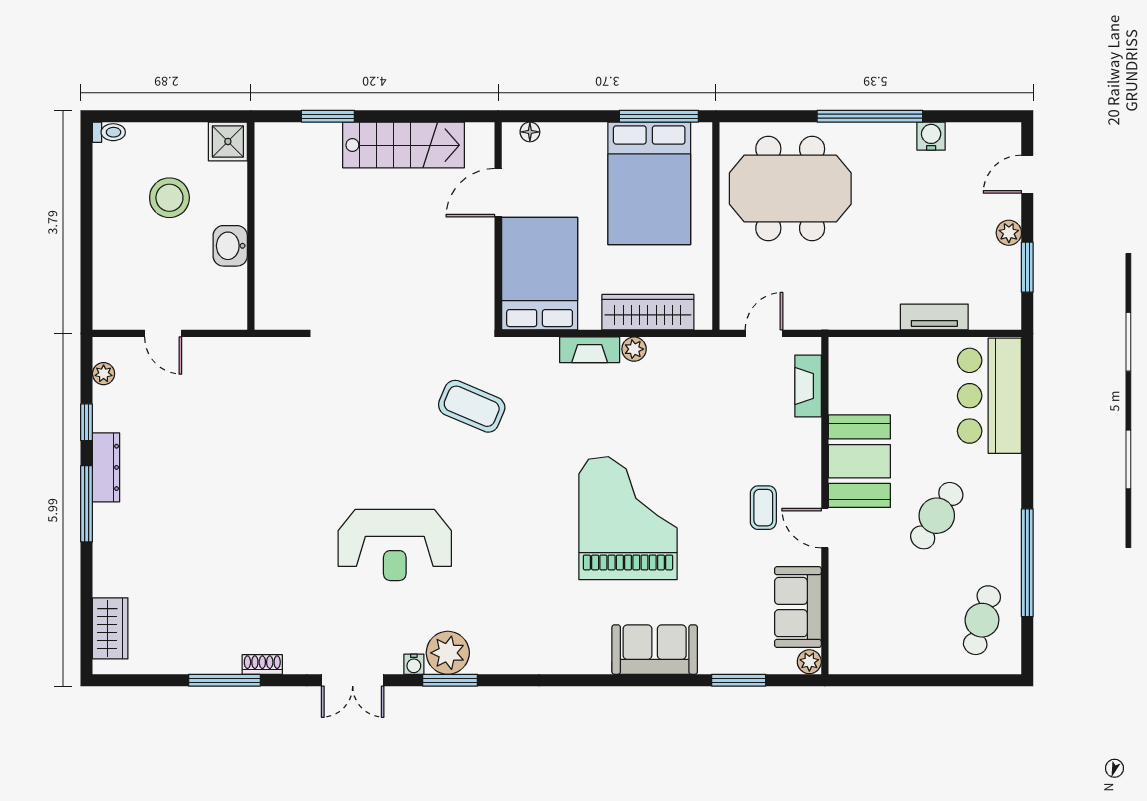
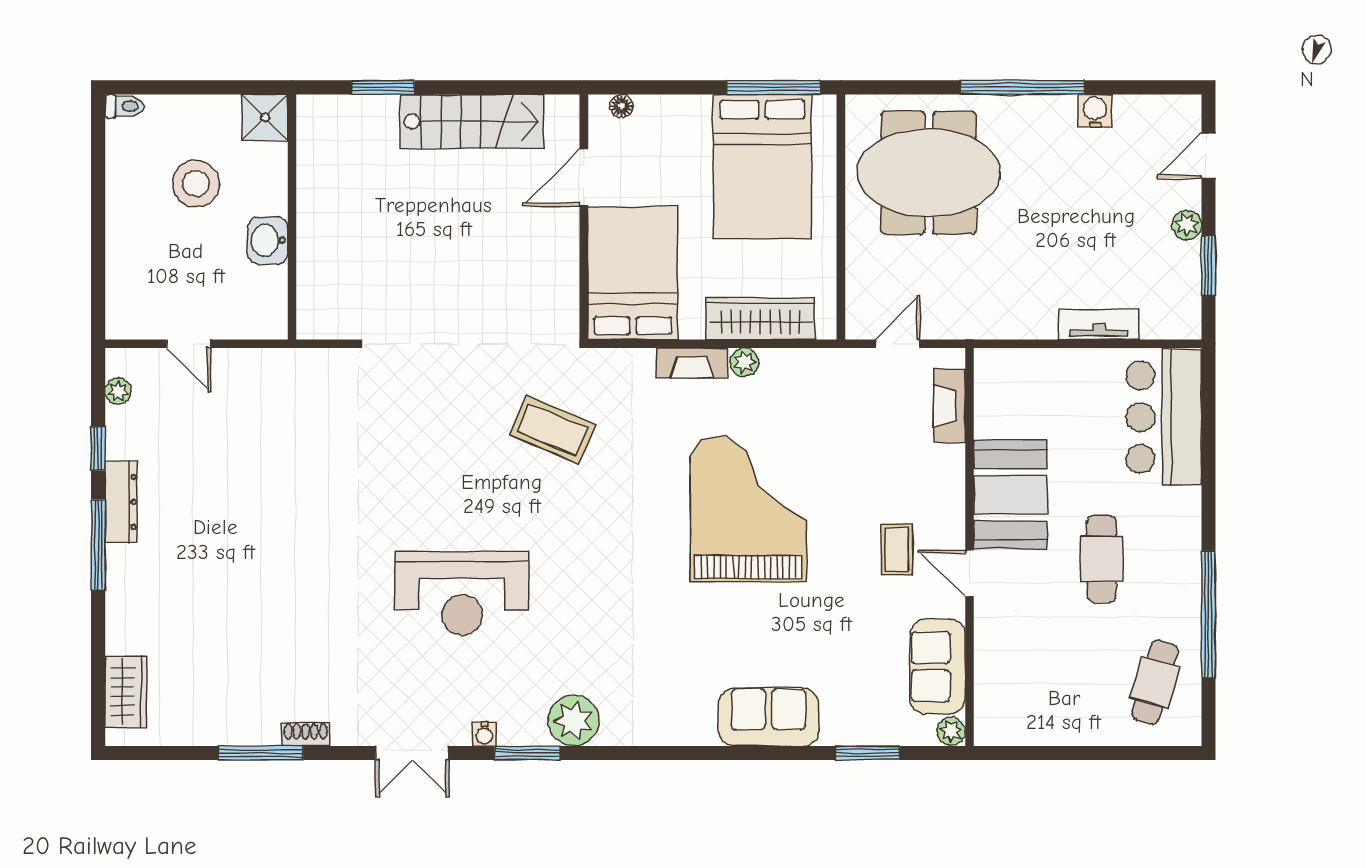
cafe table: (937, 516) -> (1102, 559), turned -33
grand piano: (628, 518) -> (748, 509), moved
plant: (448, 653) -> (574, 721), moved

